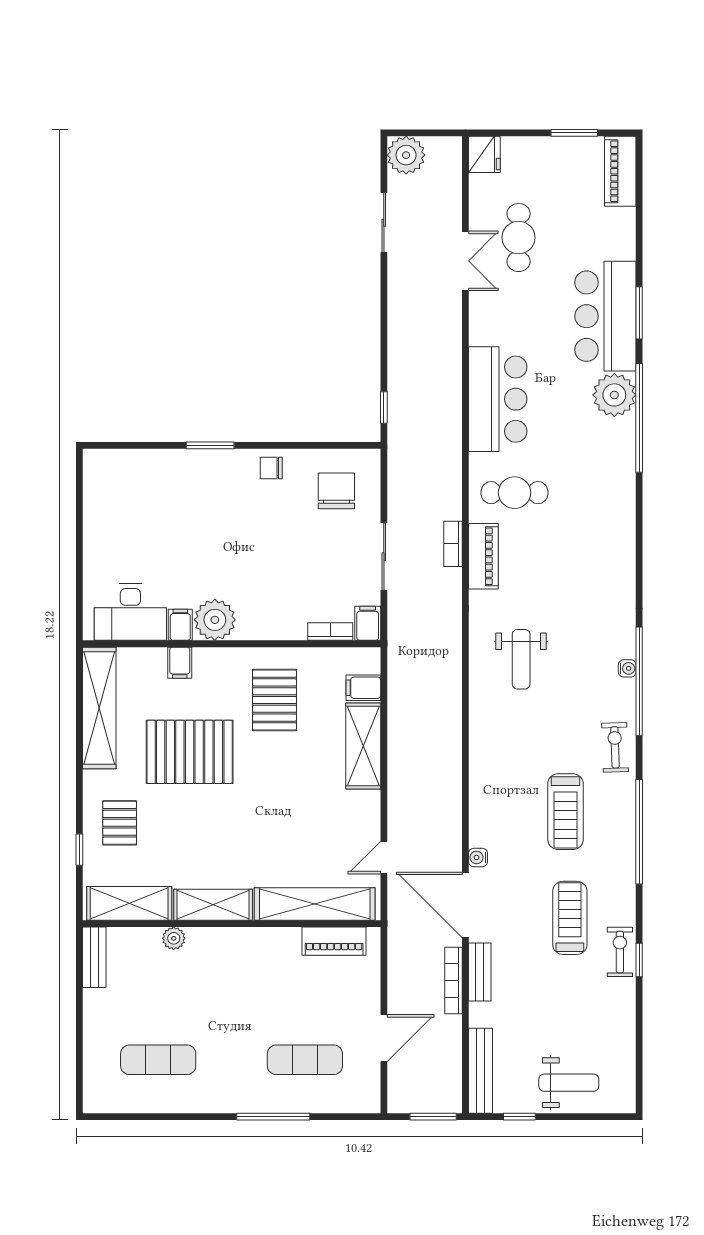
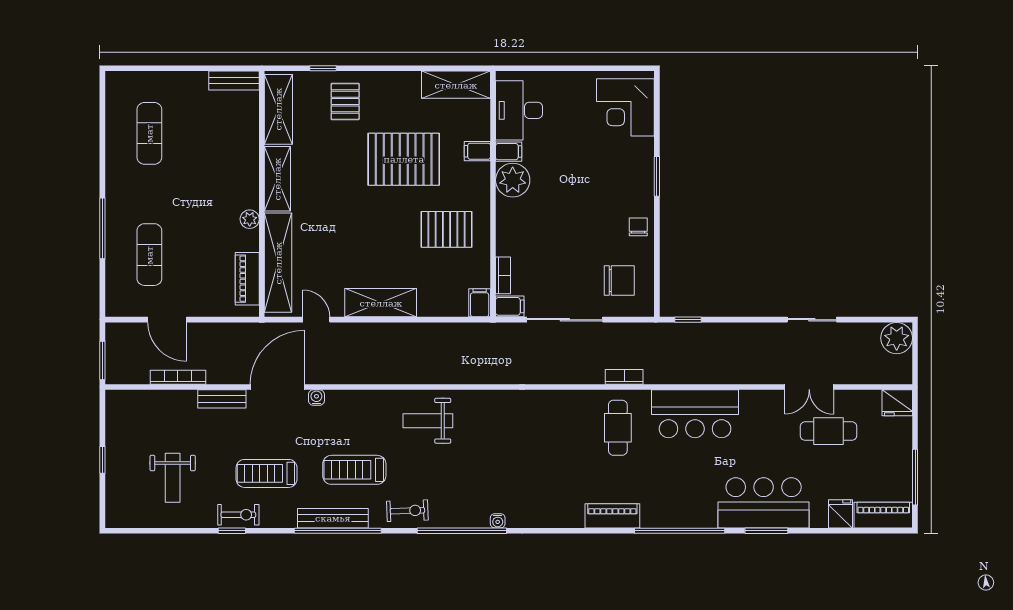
window: (574, 133) -> (915, 477), width x1.44
sliding door: (384, 223) -> (812, 320), moved
fridge: (619, 223) -> (841, 514), added
plant: (614, 395) -> (698, 510), removed
corner desk: (127, 483) -> (625, 107), added
bookcase: (453, 544) -> (624, 377), moved
piano: (483, 556) -> (612, 516), moved, turned 180
sliding door: (384, 557) -> (565, 320), width x1.37
weight bench: (521, 659) -> (428, 421), moved
water cooler: (627, 668) -> (498, 521), moved
filing cabinet: (363, 688) -> (480, 303), moved
shelving: (99, 708) -> (456, 85), width x0.68
shelving: (363, 746) -> (381, 303), moved
pallet: (190, 752) -> (404, 159), turned 90
pallet: (120, 823) -> (345, 102), turned 90
treadmill: (570, 918) -> (267, 473), turned 180
plant: (174, 938) -> (250, 219), moved
bookcase: (453, 981) -> (178, 377), moved
bench: (480, 1071) -> (333, 518), moved
weight bench: (569, 1083) -> (173, 478), moved
window: (519, 1117) -> (102, 460), moved

